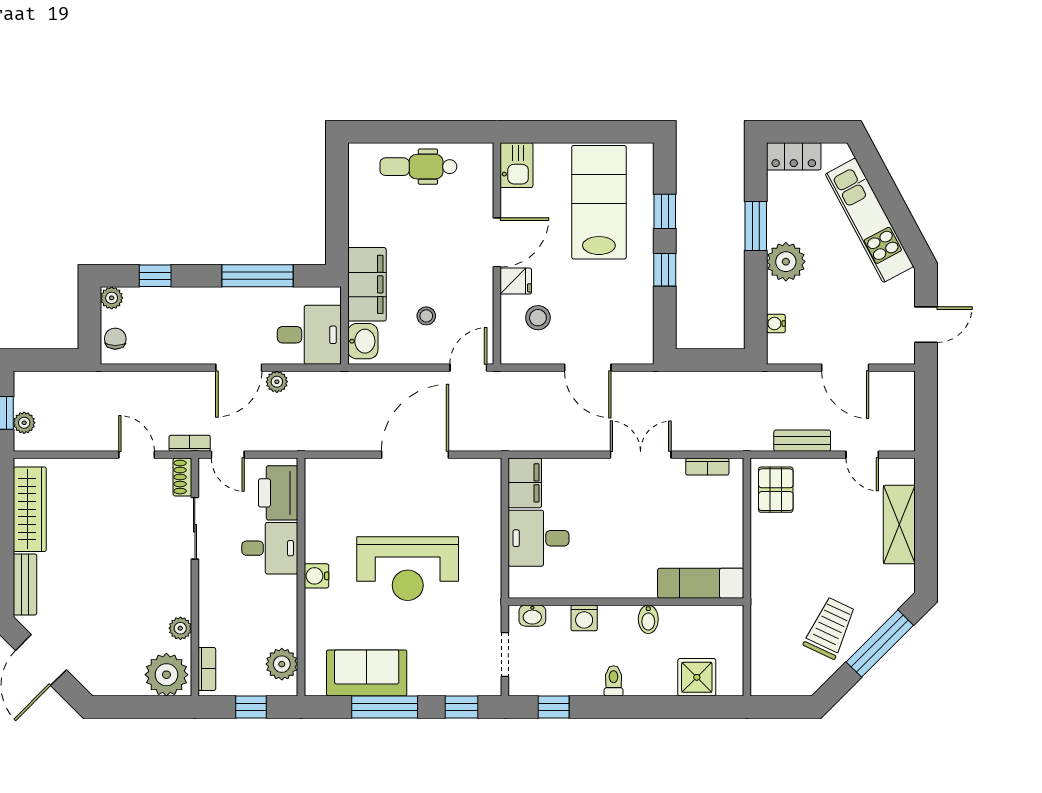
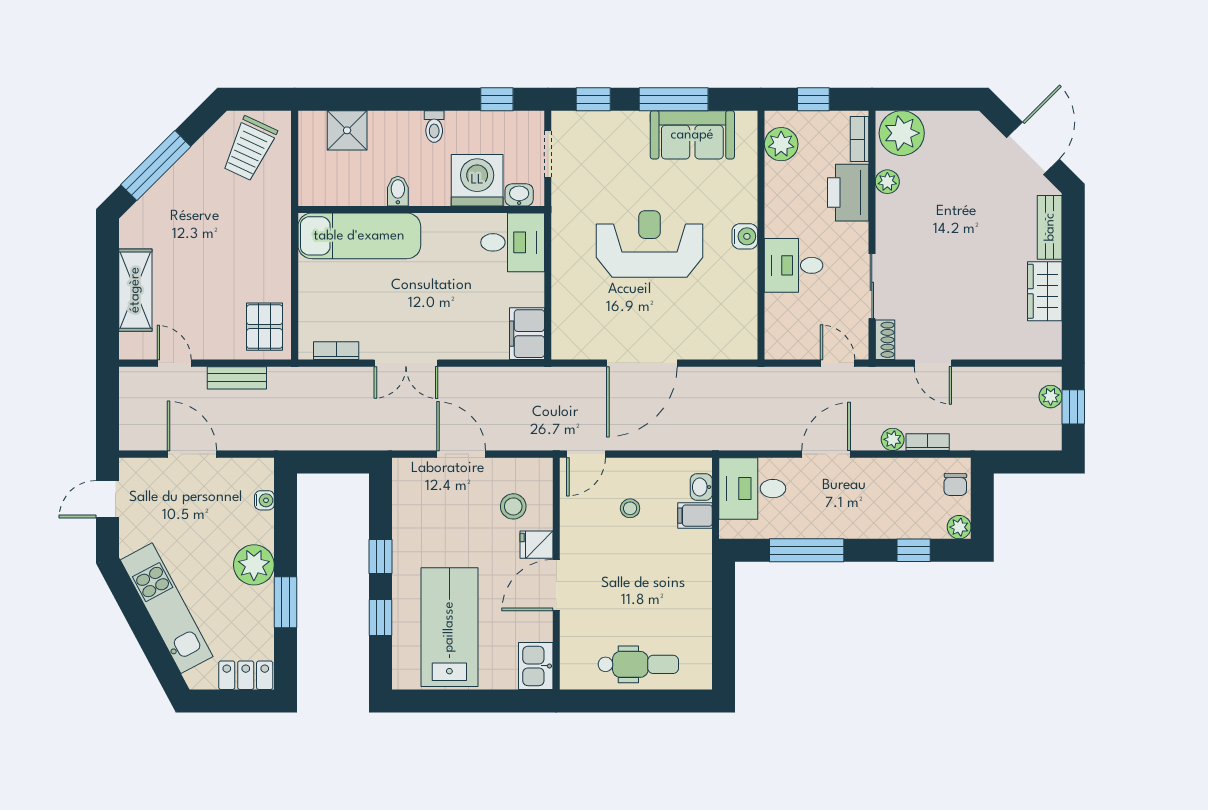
lab bench: (599, 202) -> (449, 627), turned 180
filing cabinet: (367, 284) -> (695, 516), width x0.33, depth x0.86
washbasin: (363, 341) -> (701, 487), width x0.72, depth x0.69
plant: (277, 382) -> (893, 439), moved
bookcase: (190, 443) -> (928, 442), moved, turned 180
printer: (278, 493) -> (848, 193), moved, turned 180
wardrobe: (30, 509) -> (1045, 291), width x0.67
desk: (539, 538) -> (513, 242), moved
exam couch: (701, 583) -> (359, 236), width x1.36, depth x1.45
washing machine: (584, 618) -> (477, 180), width x1.89, depth x1.89
trolley: (830, 628) -> (249, 149), moved

